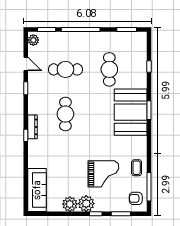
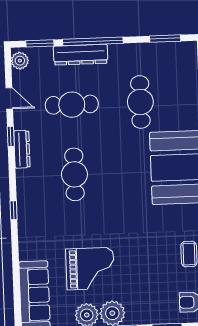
dresser: (72, 38) -> (81, 55), added
dresser: (33, 127) -> (22, 149), moved
grand piano: (103, 174) -> (90, 269), moved

